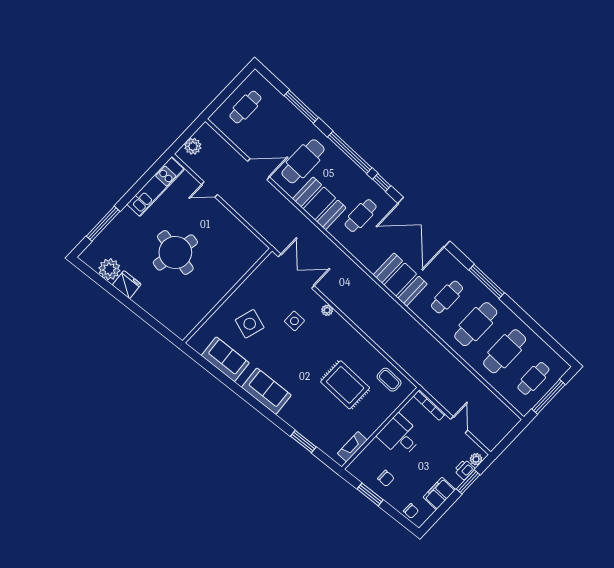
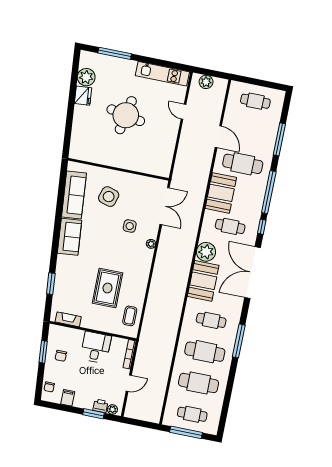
plant: (372, 258) -> (206, 252), added
sofa: (225, 359) -> (74, 195), width x1.36
filing cabinet: (439, 493) -> (68, 398), width x0.50

